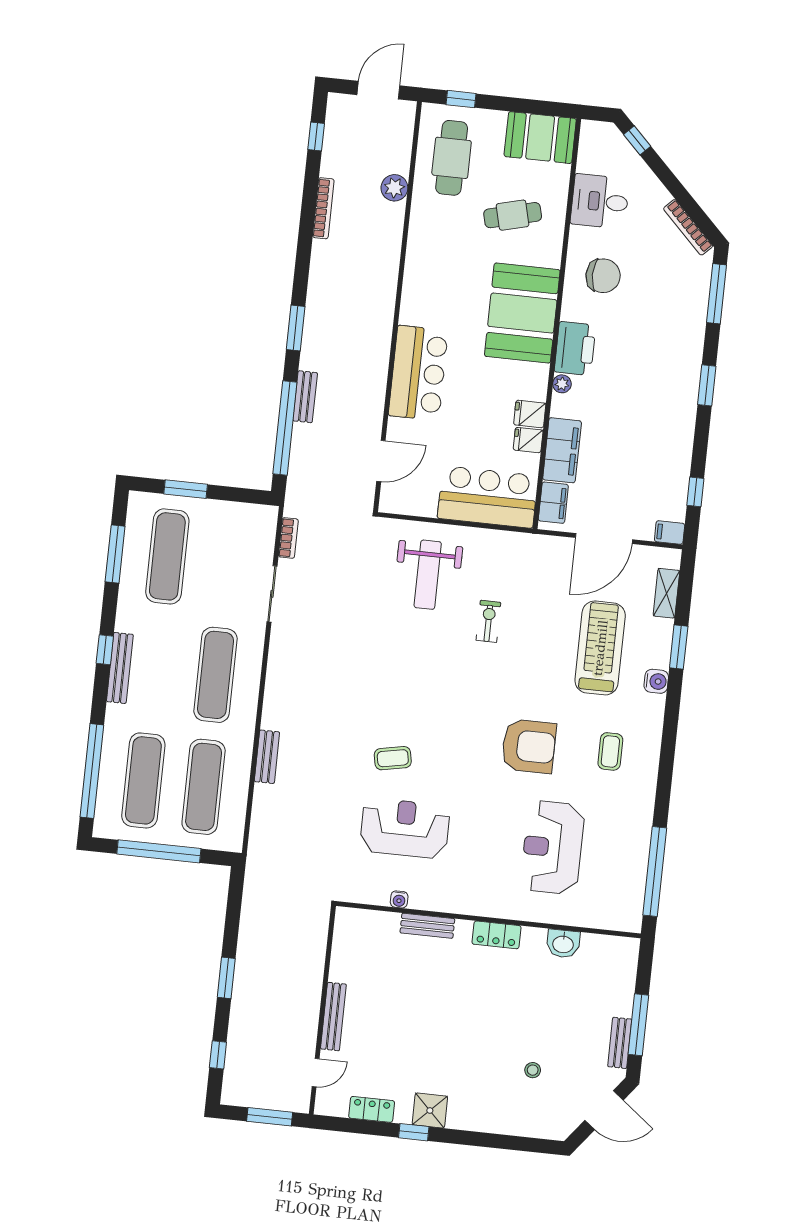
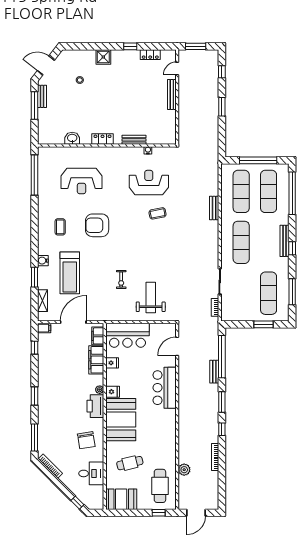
window: (316, 137) -> (222, 429), moved
chair: (603, 276) -> (86, 440), turned -99
fridge: (530, 414) -> (113, 392), moved
reception desk: (405, 828) -> (149, 183), turned 180
reception desk: (553, 847) -> (82, 181), turned 90
shower: (430, 1110) -> (103, 57), moved

